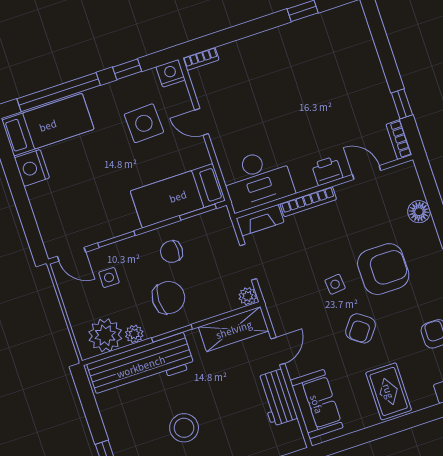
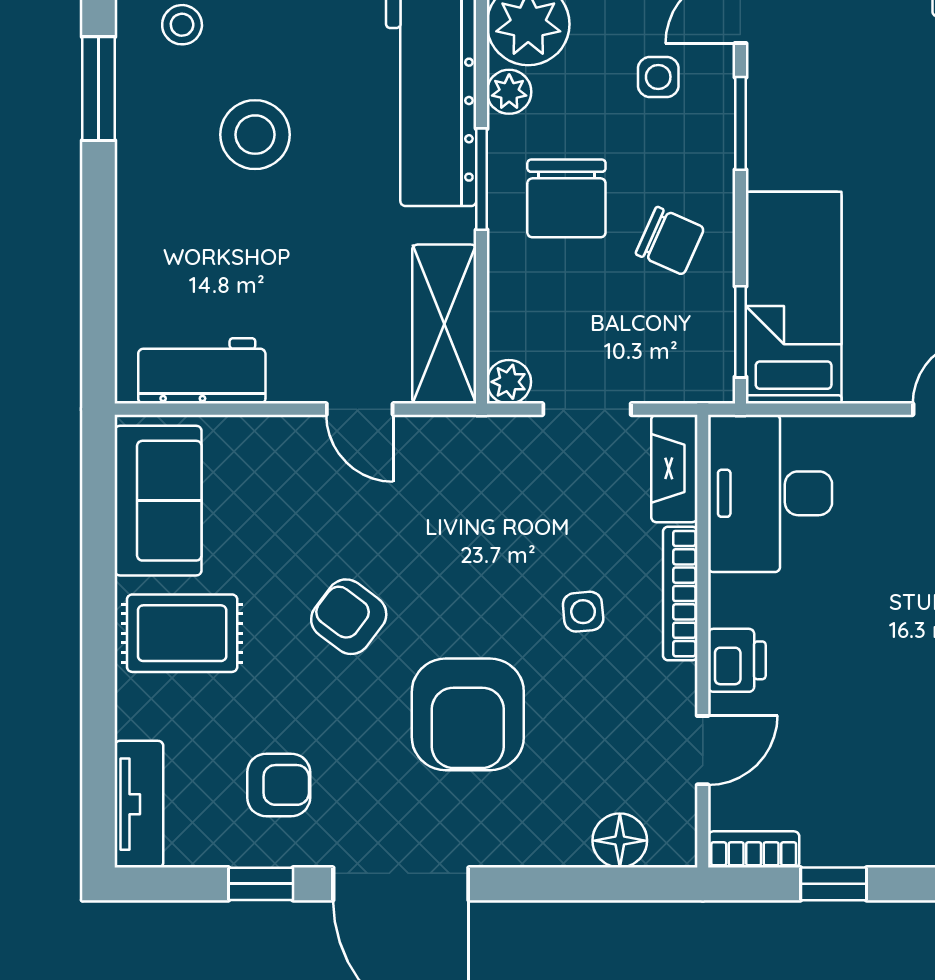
floor lamp: (419, 212) -> (620, 841), moved
chair: (172, 252) -> (670, 241), turned 114
side table: (335, 284) -> (583, 612), moved
workbench: (277, 398) -> (202, 371), moved
sofa: (317, 404) -> (158, 501), moved, turned -90

